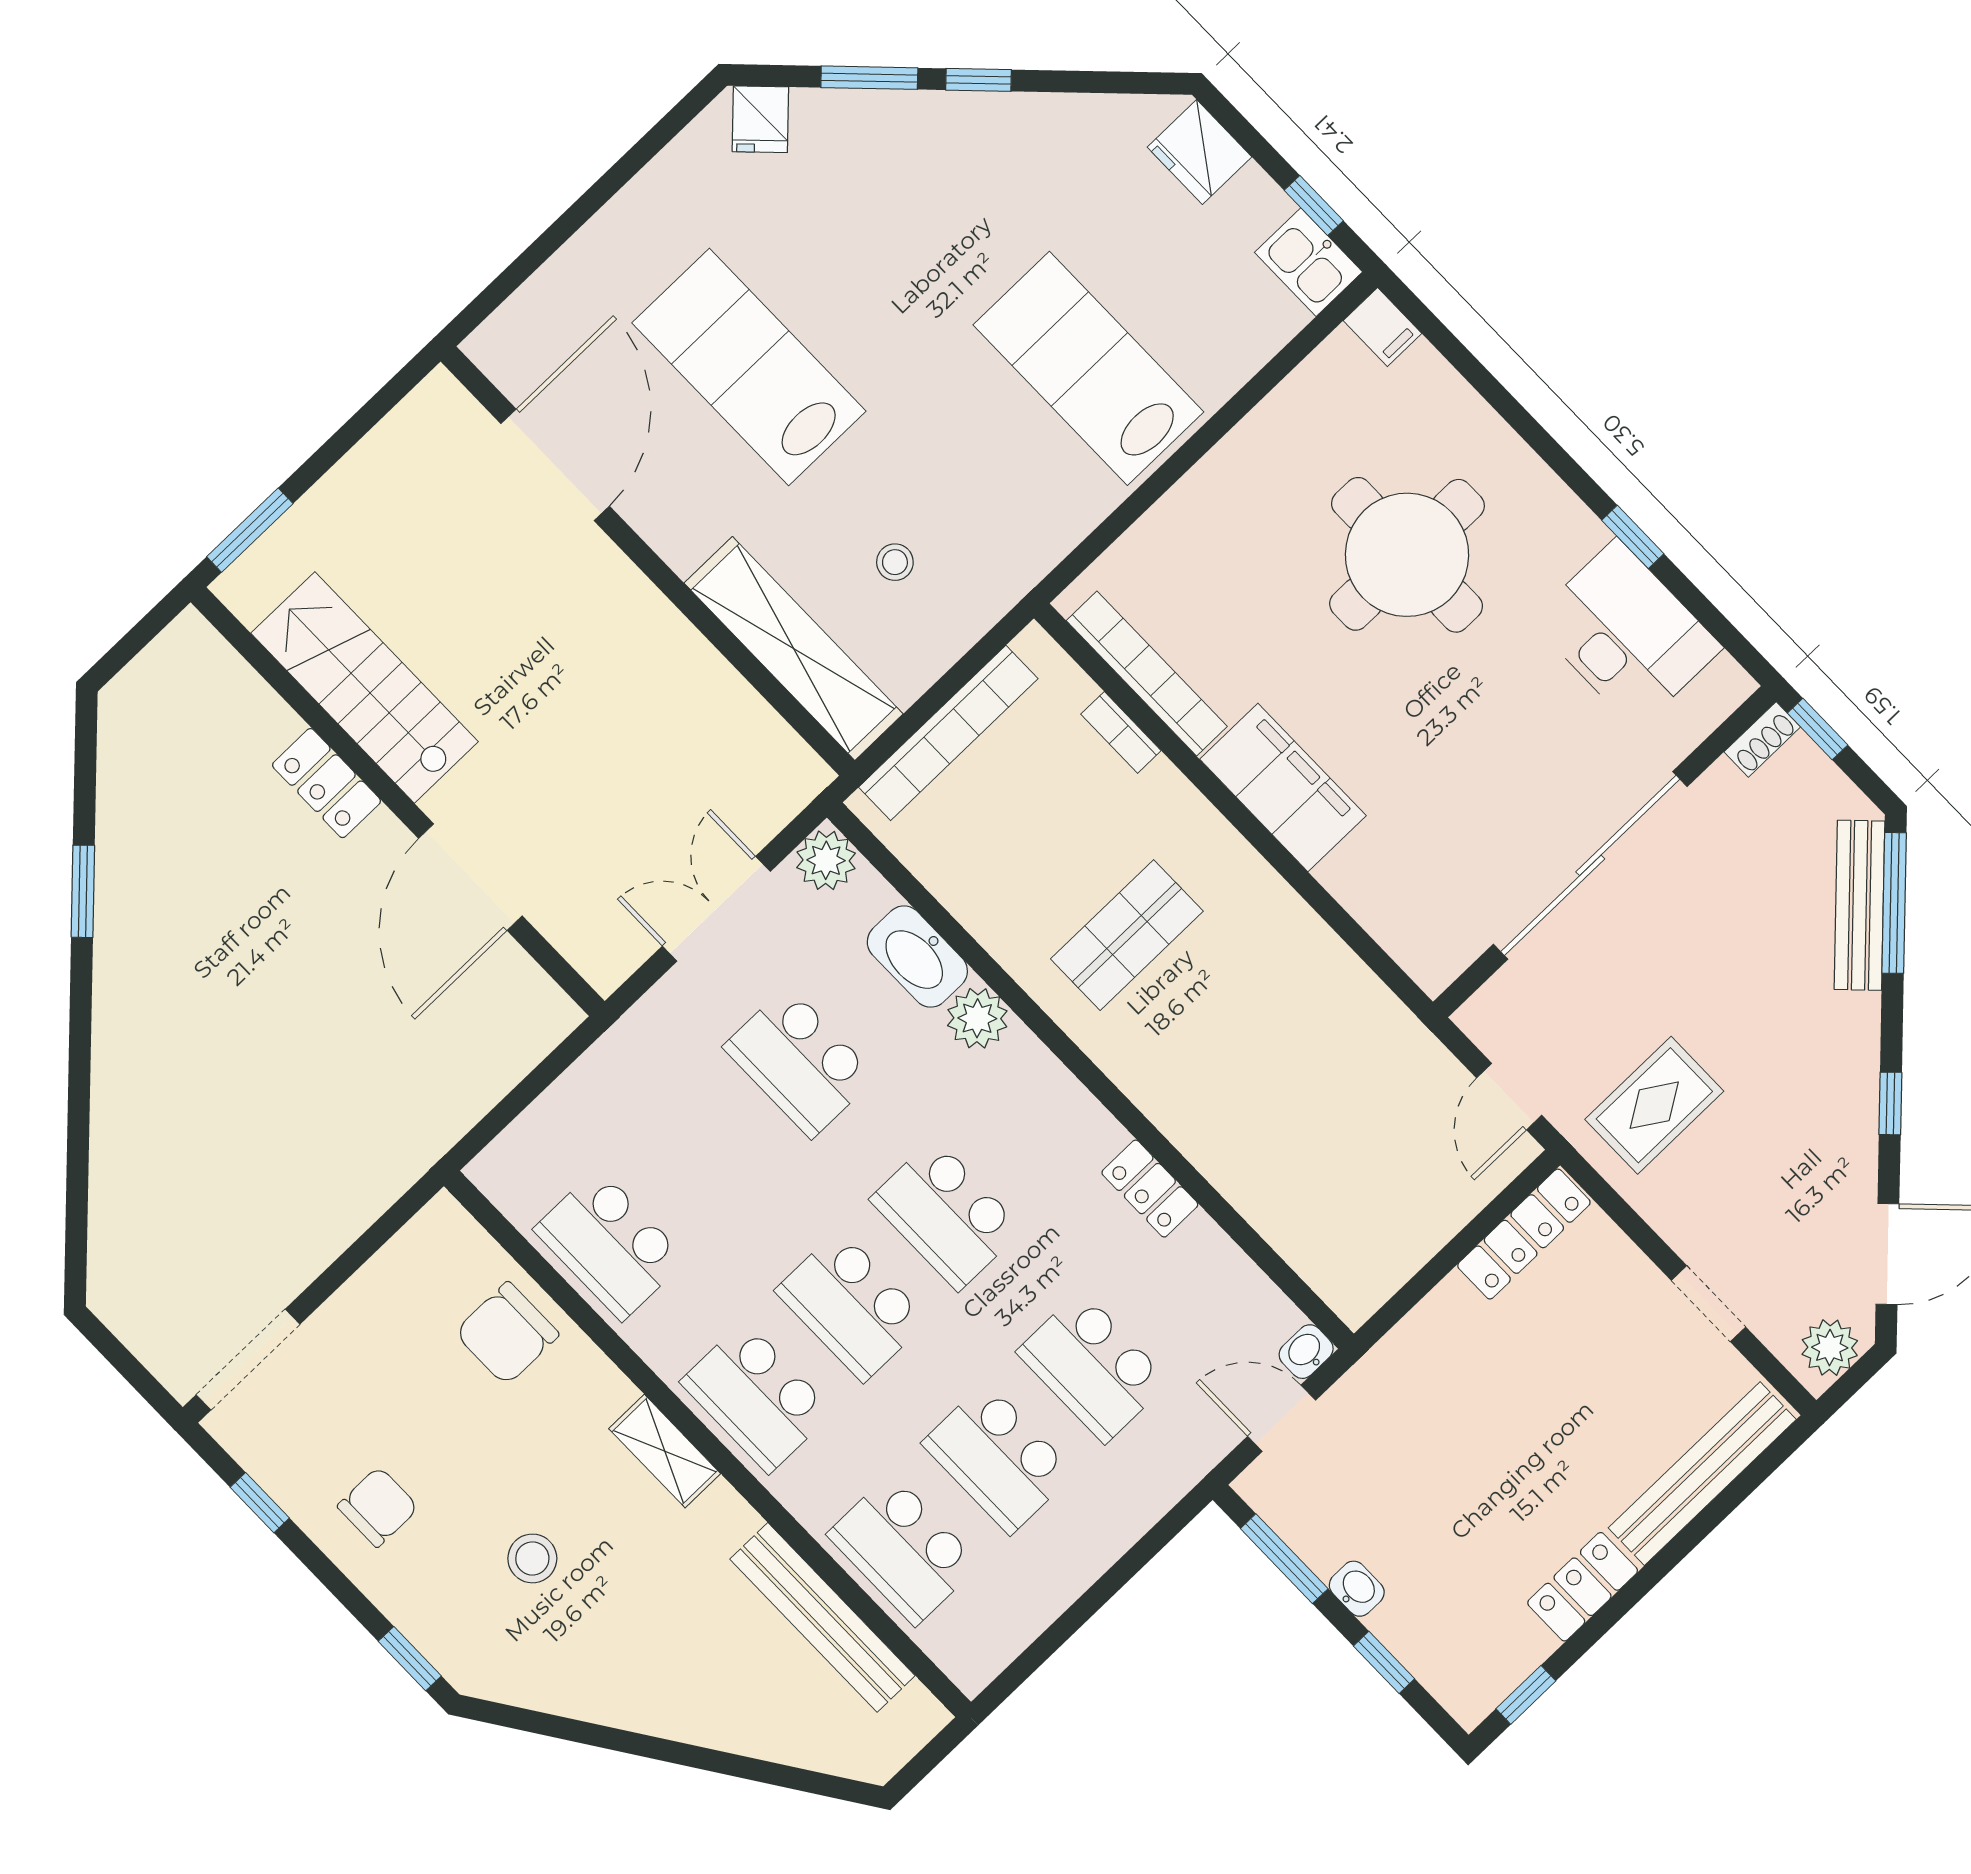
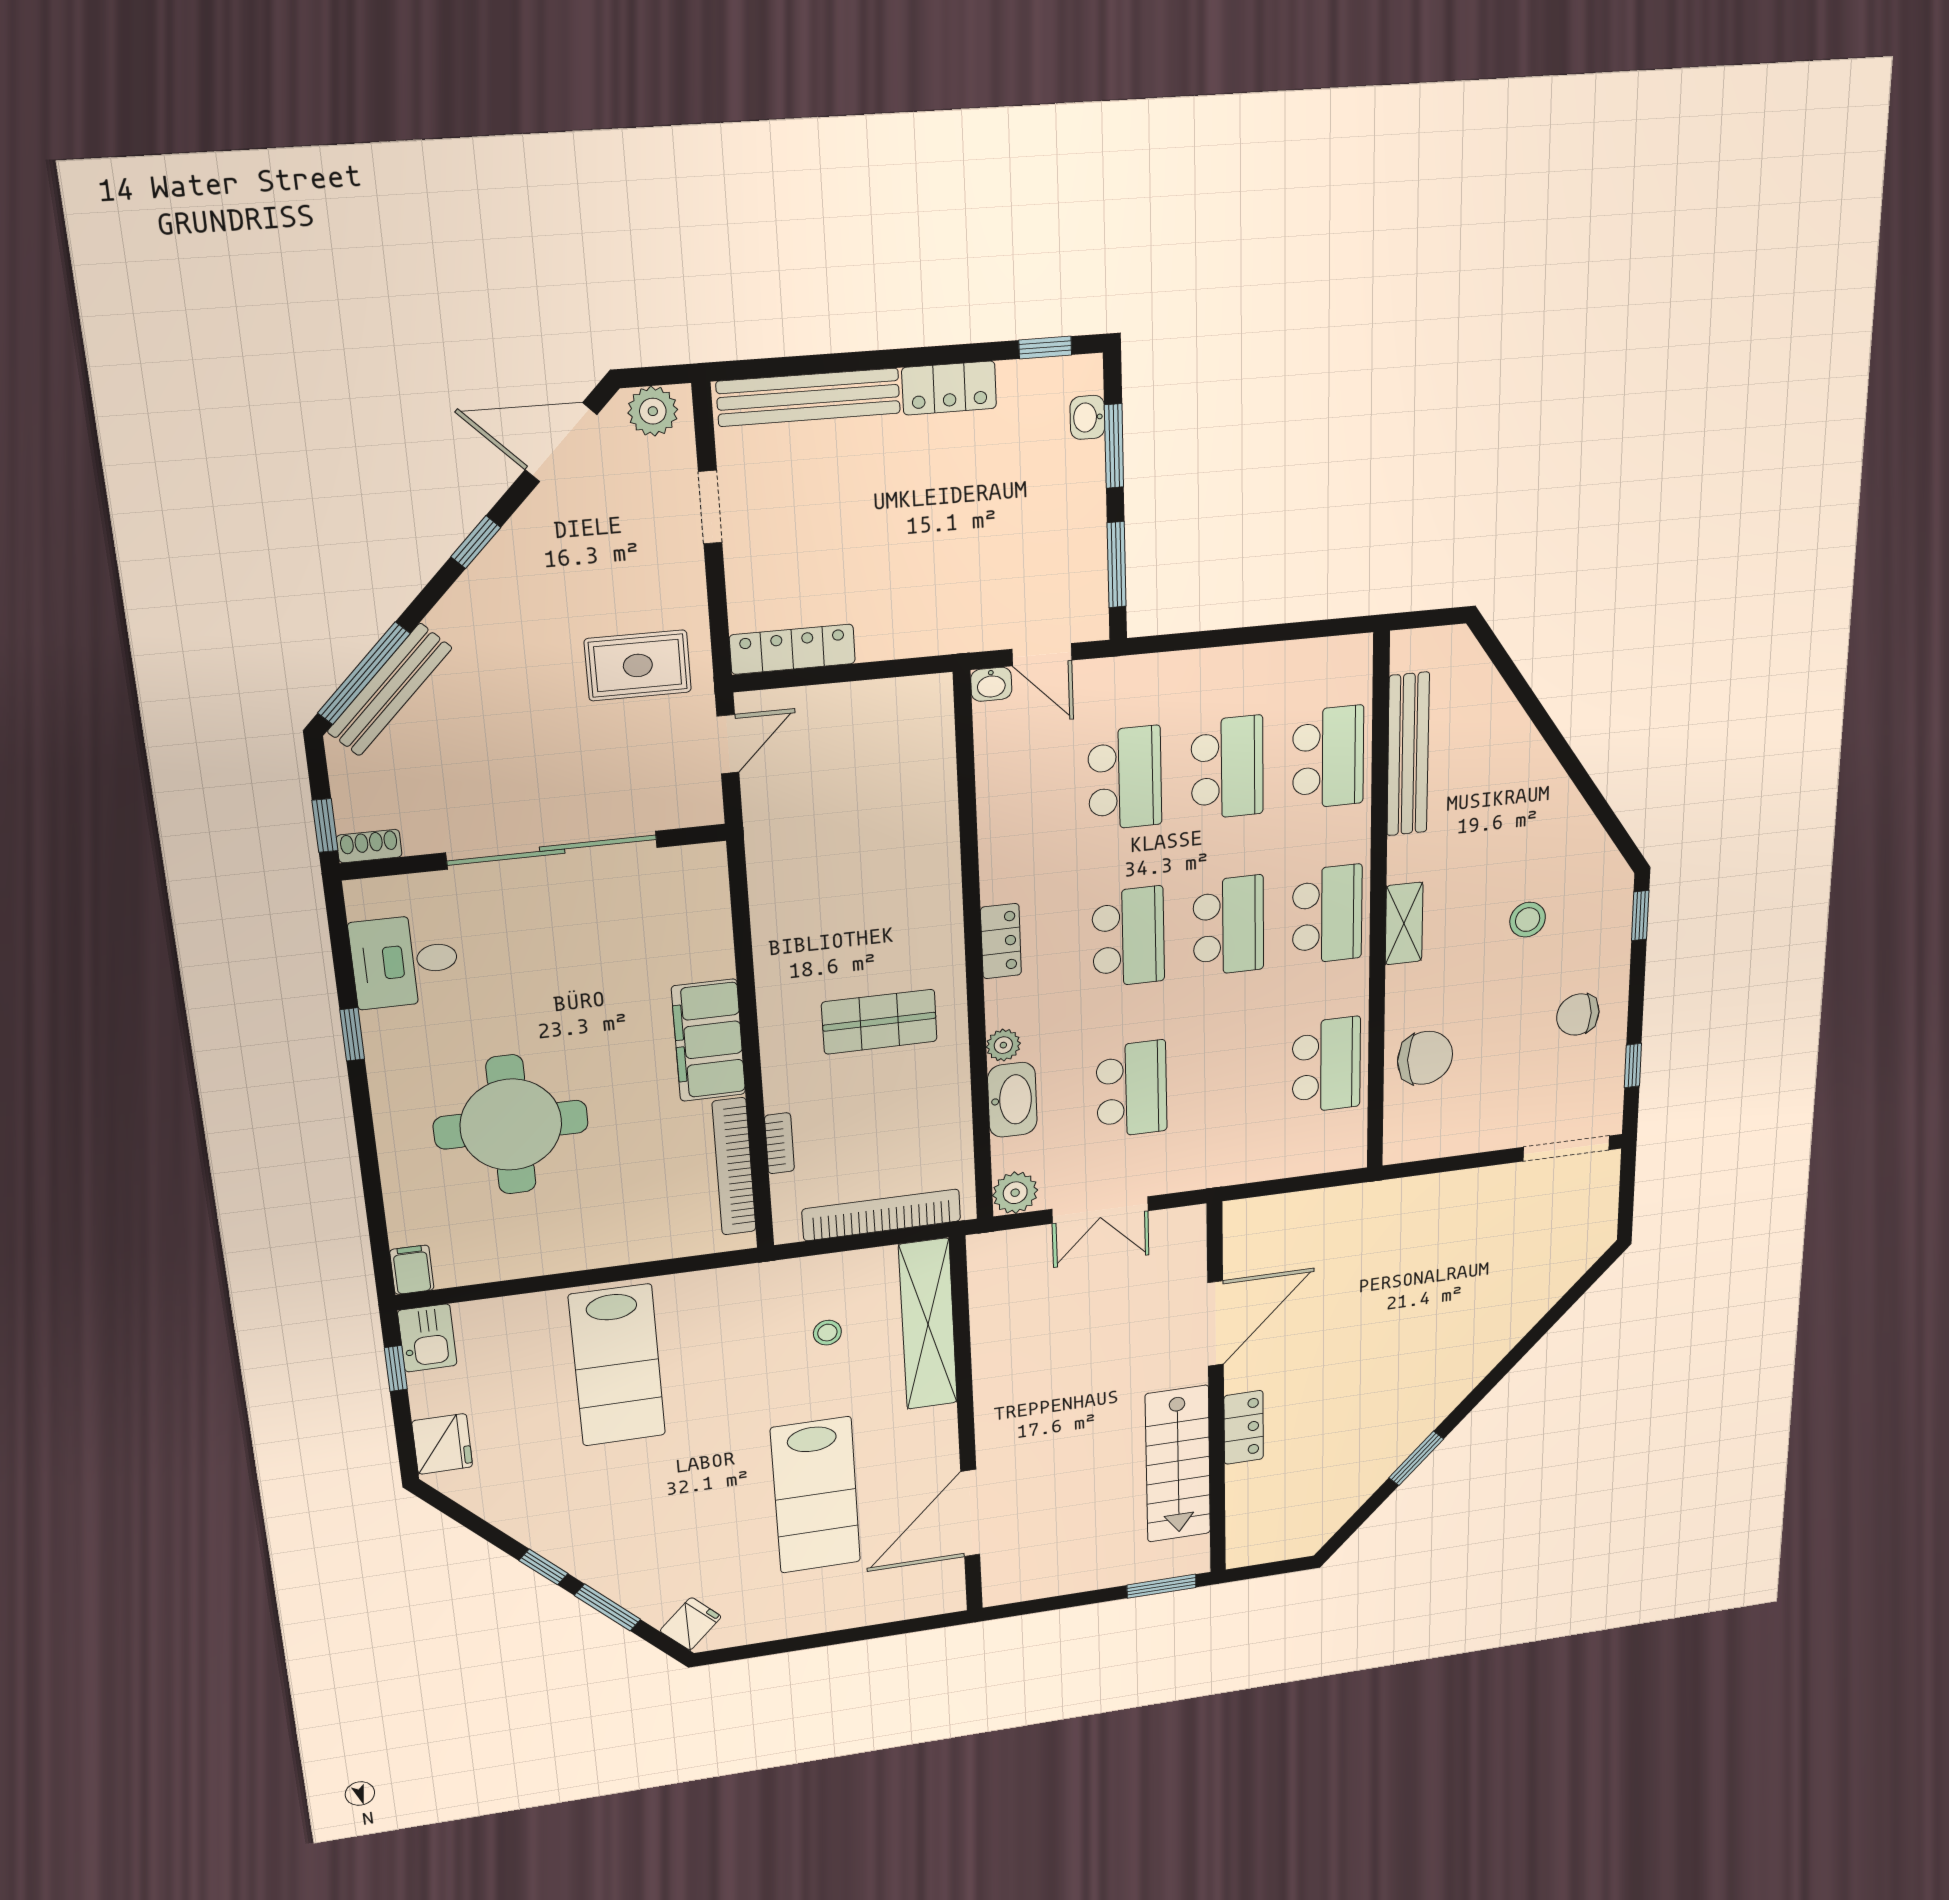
desk: (1626, 634) -> (405, 961), width x0.73
plant: (977, 1018) -> (1003, 1045), width x0.73, depth x0.73
locker: (1150, 1189) -> (1001, 941), moved
washbasin: (1357, 1589) -> (1087, 417), moved
window: (1384, 1662) -> (1114, 446), width x1.50

